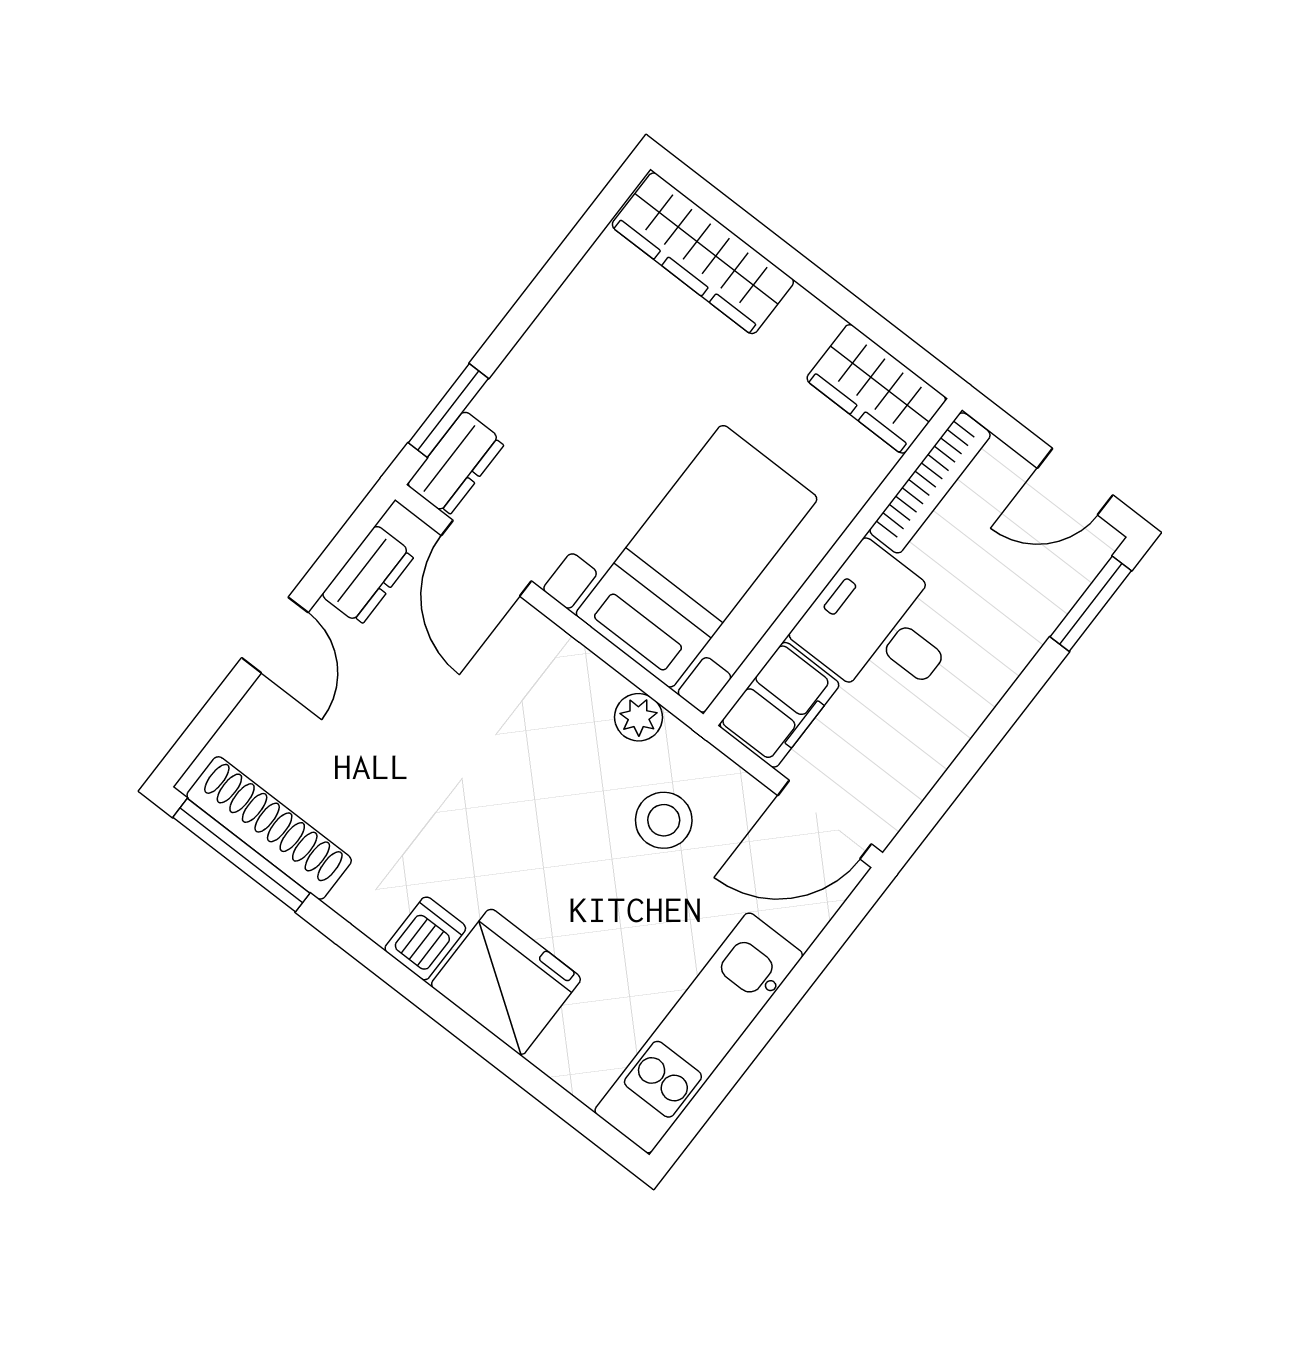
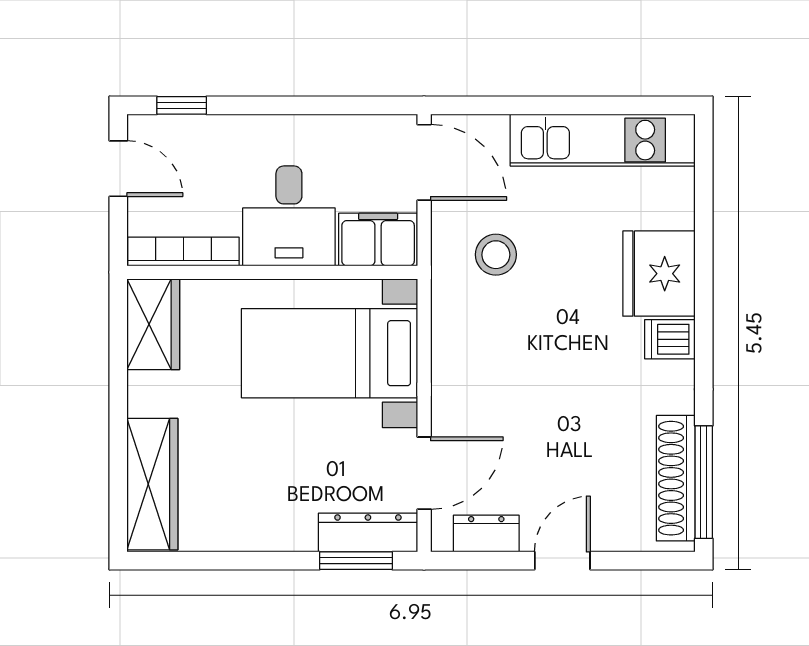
dresser: (456, 464) -> (368, 533), width x1.44
window: (1091, 604) -> (182, 105), width x0.67
plant: (639, 717) -> (448, 315), removed

